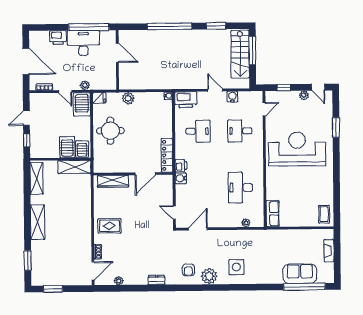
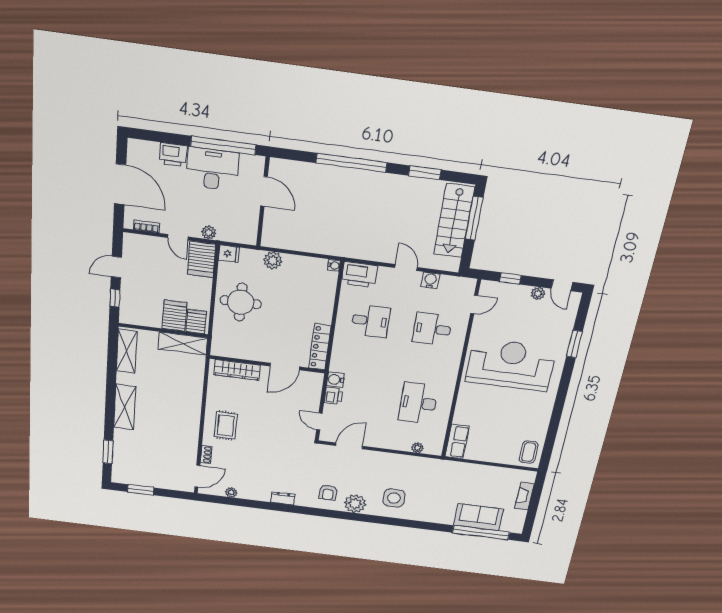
printer: (181, 166) -> (333, 396), moved
rug: (109, 226) -> (226, 425), turned 90

